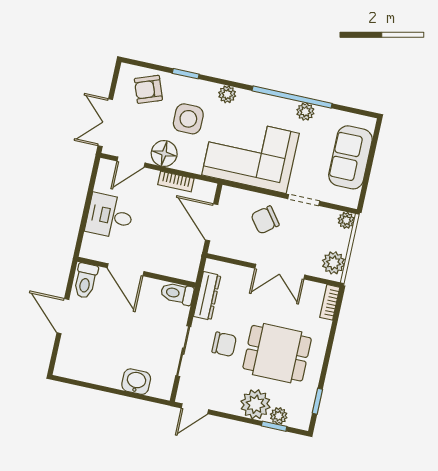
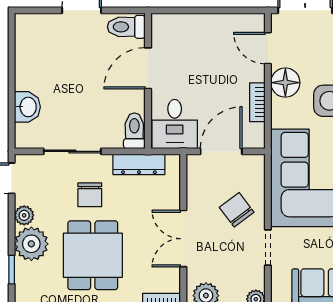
desk: (110, 216) -> (175, 124), moved, turned 180
plant: (279, 416) -> (24, 215), moved

